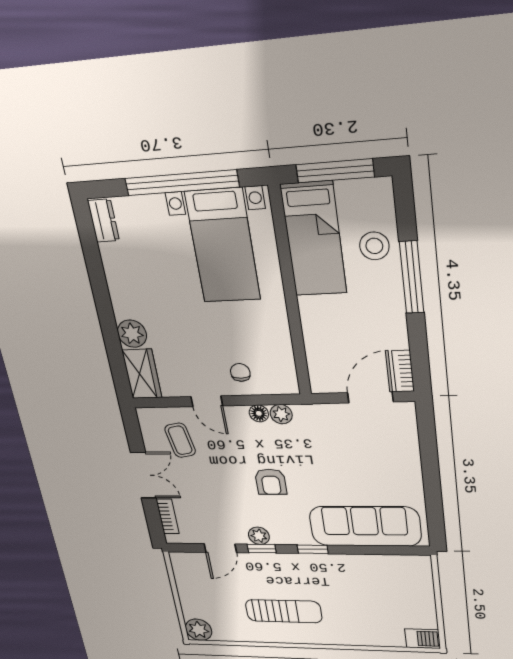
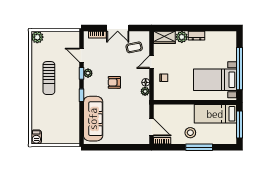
dresser: (103, 221) -> (197, 36), moved
stool: (374, 246) -> (190, 133), moved

